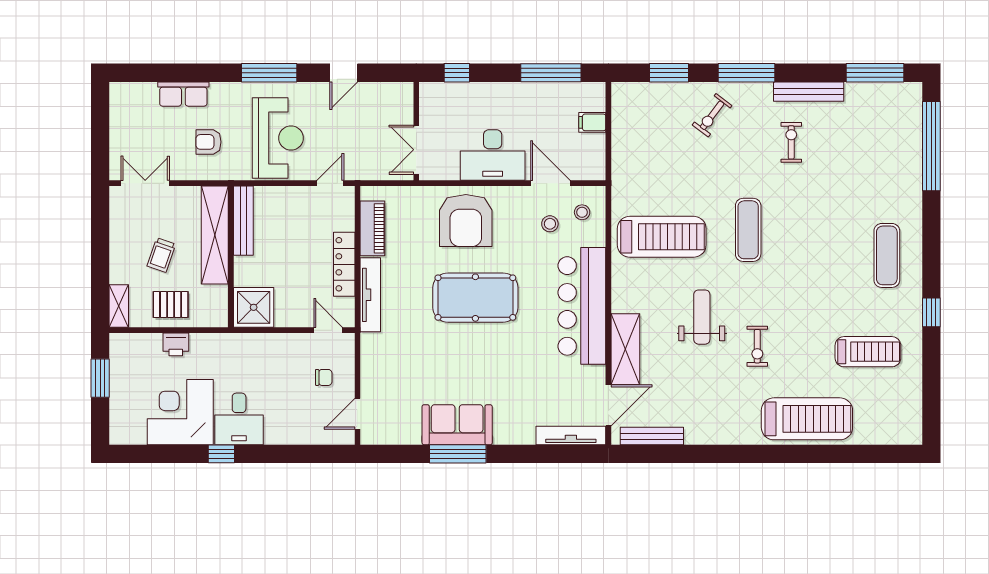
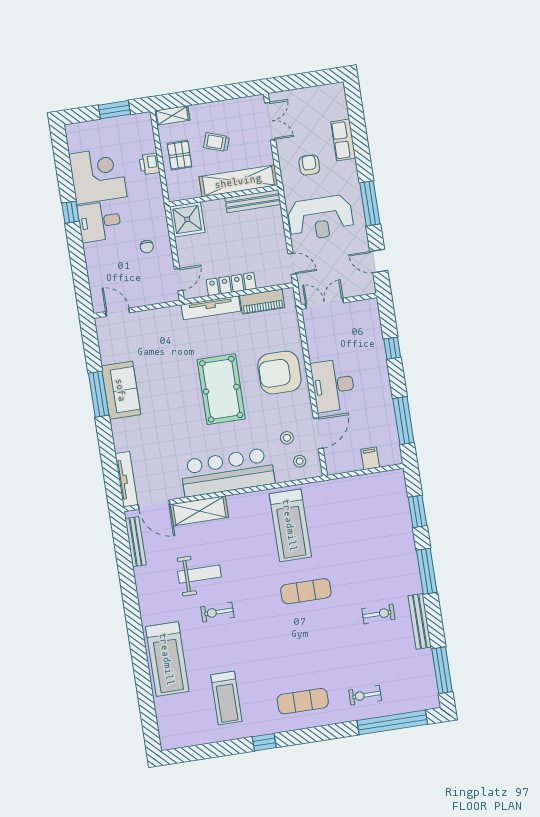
exercise bike: (712, 115) -> (365, 695), moved, turned -37
wall: (416, 131) -> (339, 301), moved
double door: (416, 150) -> (325, 303), moved
weight bench: (702, 317) -> (199, 574), moved
chair: (324, 377) -> (147, 247), moved

